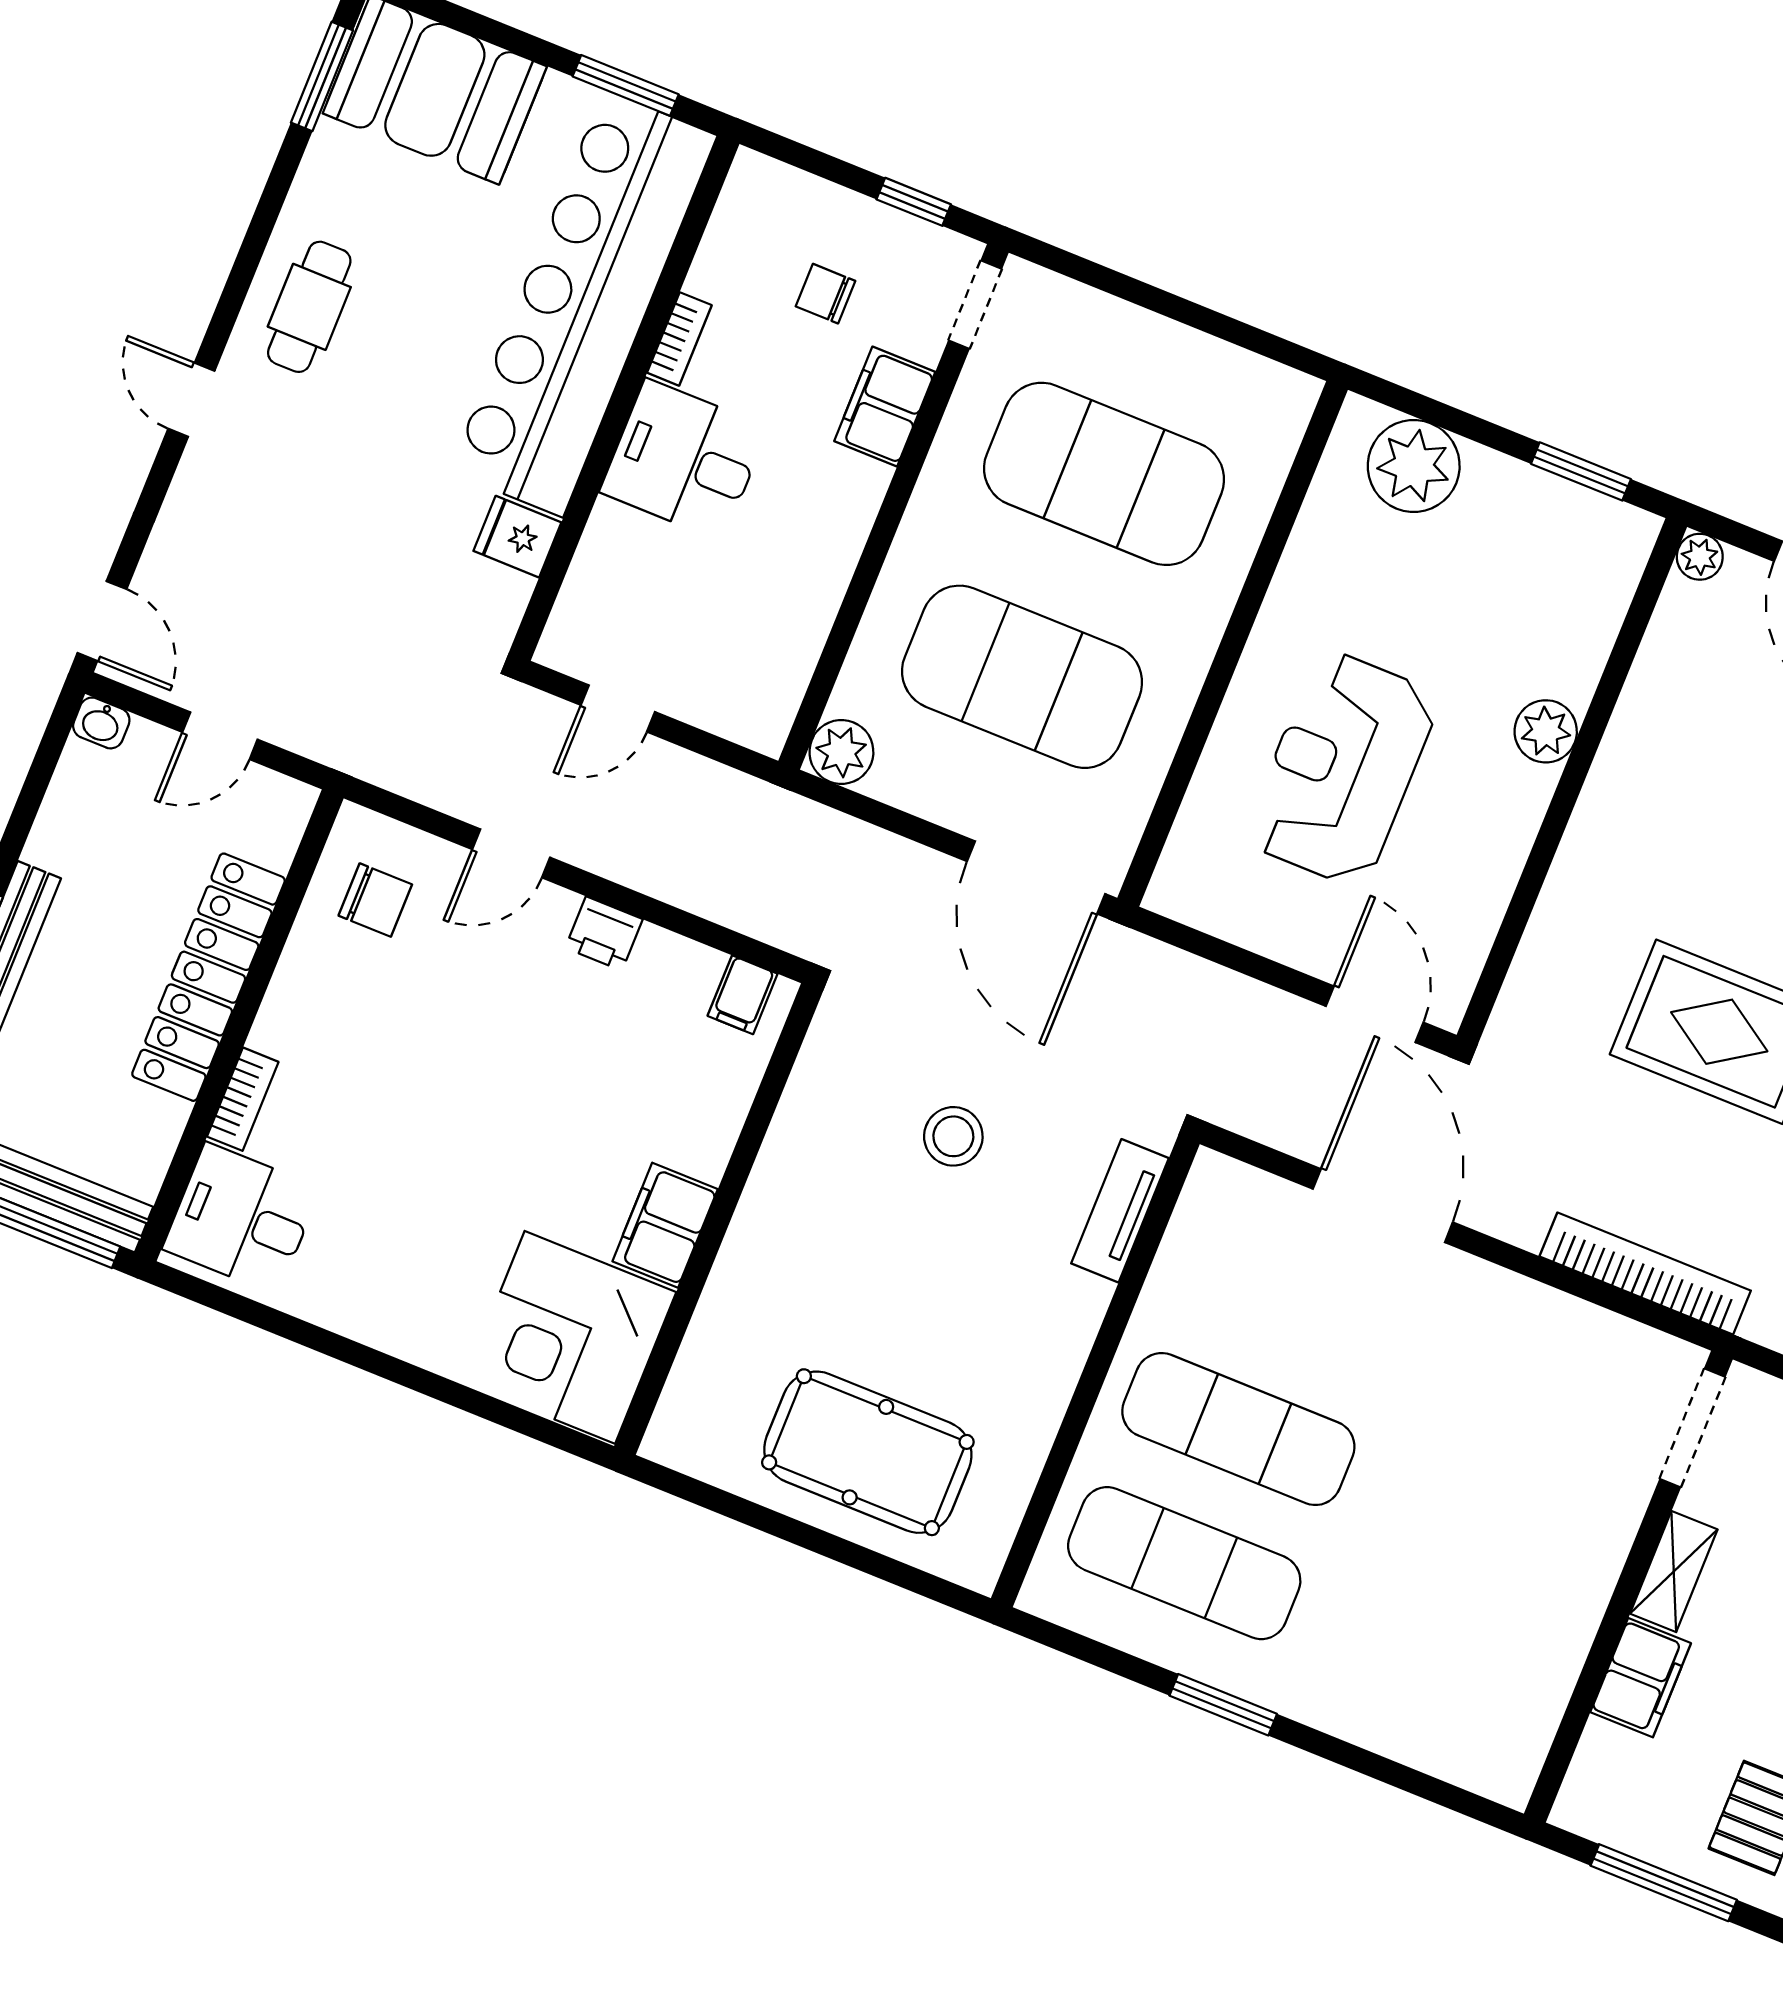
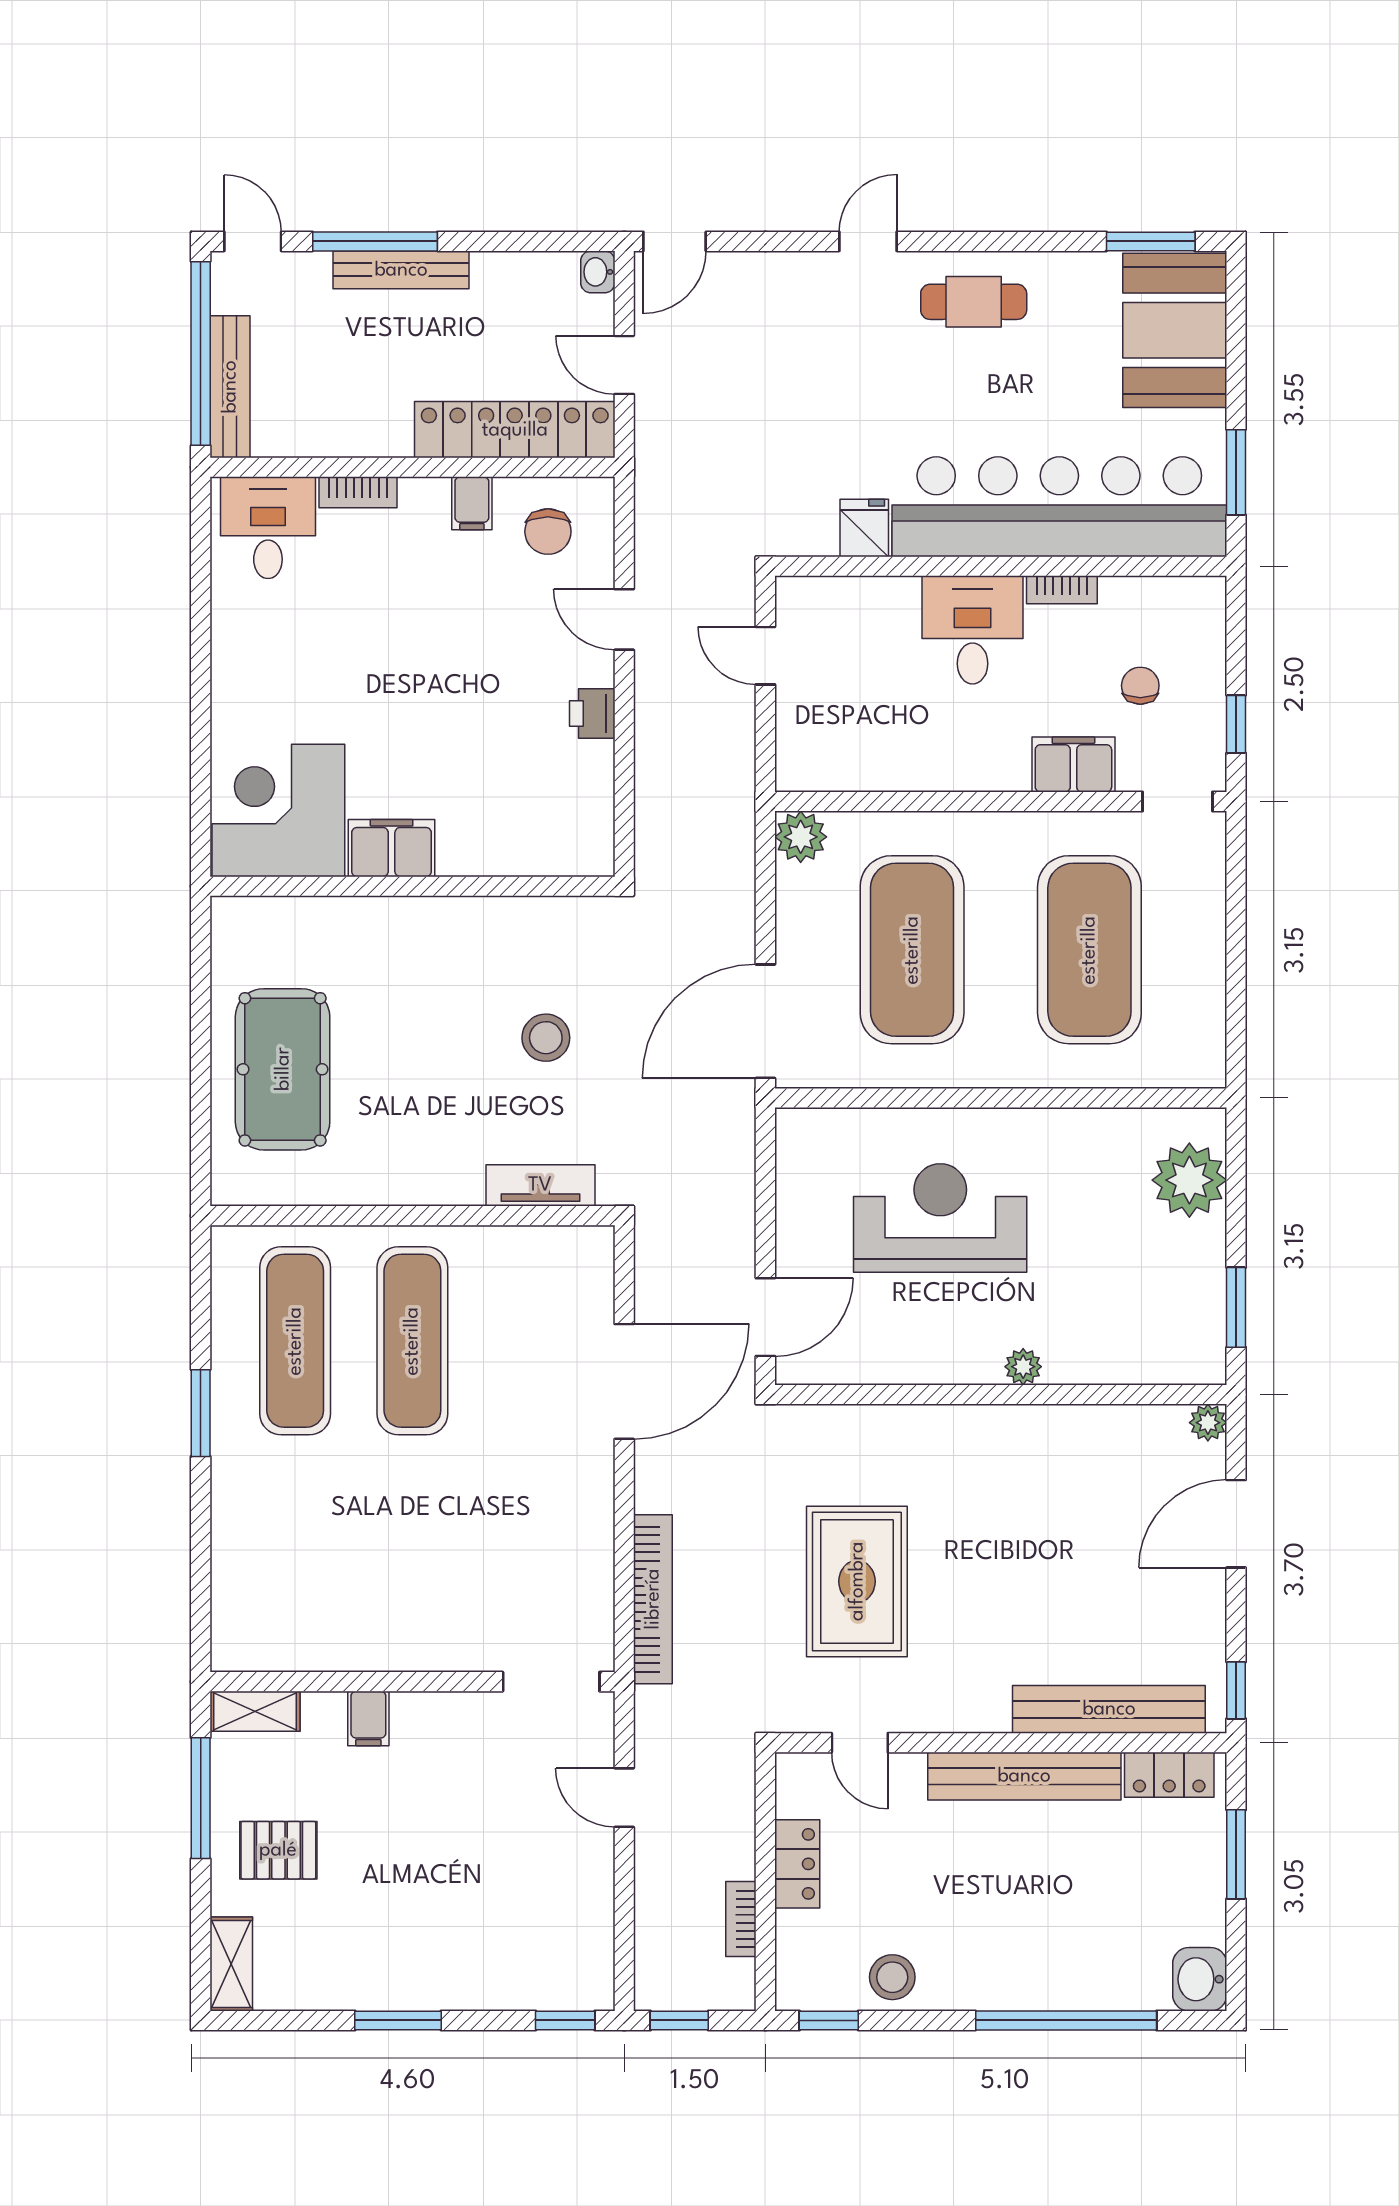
plant: (1546, 731) -> (1023, 1367), width x0.73, depth x0.73
locker: (209, 977) -> (515, 430), moved
filing cabinet: (743, 995) -> (472, 503), moved, turned -90
shelving: (1674, 1571) -> (255, 1711), moved
filing cabinet: (1641, 1678) -> (368, 1718), width x0.50

